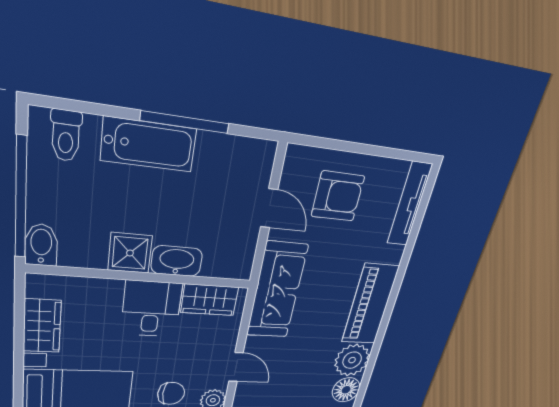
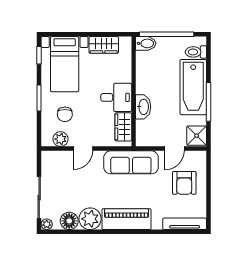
bathtub: (149, 145) -> (193, 87), width x1.36, depth x1.36
shower: (130, 253) -> (197, 136), moved

